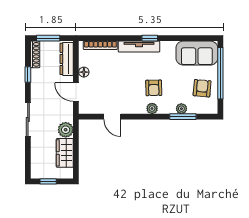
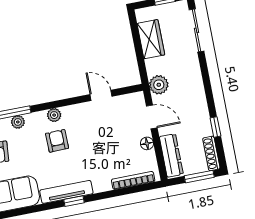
tv unit: (139, 47) -> (66, 192), moved
sliding door: (28, 120) -> (197, 30), moved
plant: (66, 130) -> (159, 85), moved

